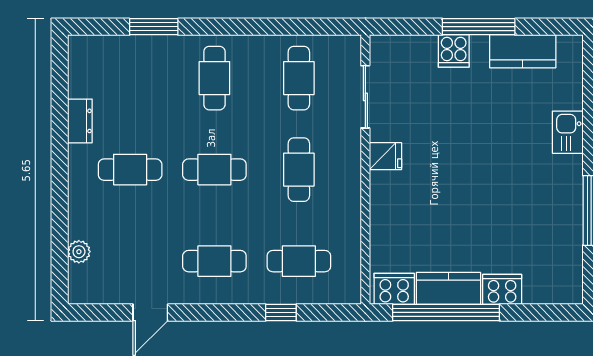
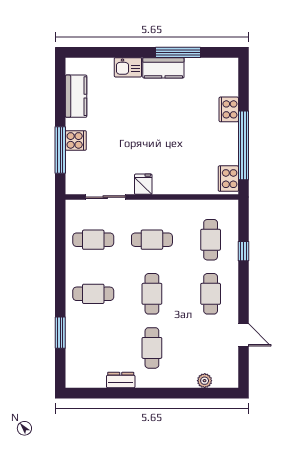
window: (479, 27) -> (60, 150), moved
kitchen counter: (449, 288) -> (163, 68), moved, turned -90

